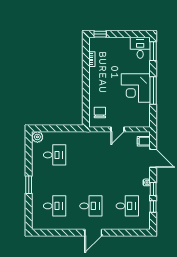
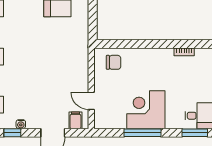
door: (118, 129) -> (91, 101), moved

